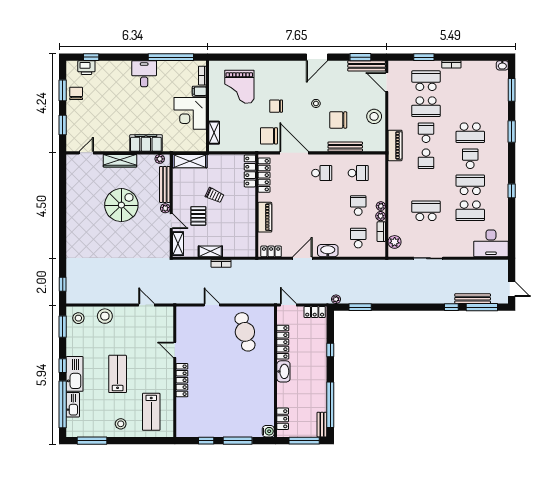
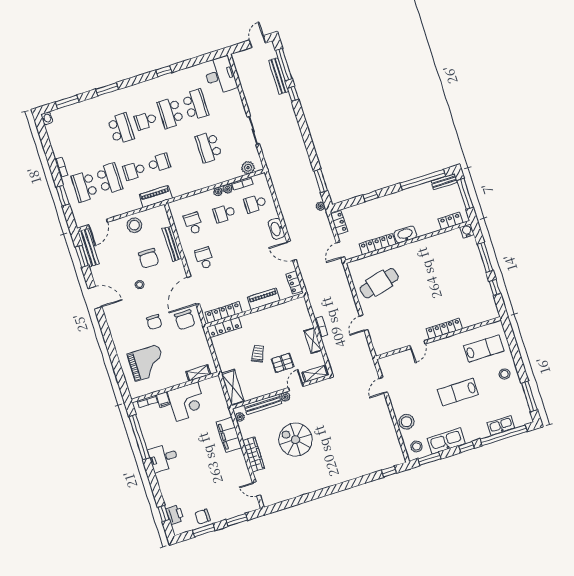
kitchen sink: (75, 374) -> (446, 441), moved

